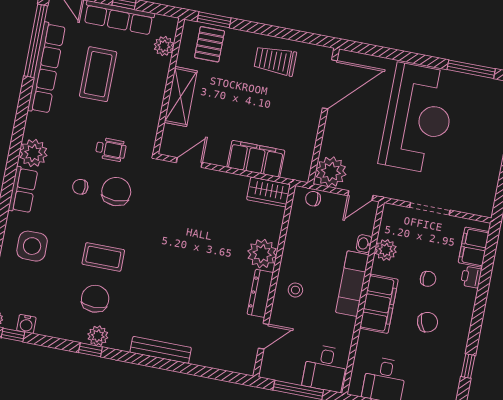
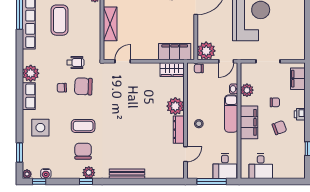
filing cabinet: (256, 159) -> (175, 52), moved
chair: (116, 192) -> (83, 86), turned -88
printer: (471, 277) -> (300, 114), moved

